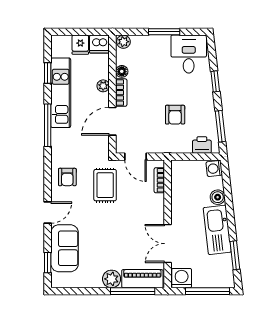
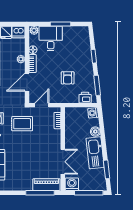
desk: (189, 54) -> (51, 38), moved
door: (135, 157) -> (42, 105), swing flipped
rug: (105, 185) -> (22, 124), turned 90
double door: (168, 244) -> (63, 162), swing flipped
plant: (112, 279) -> (26, 185), removed

